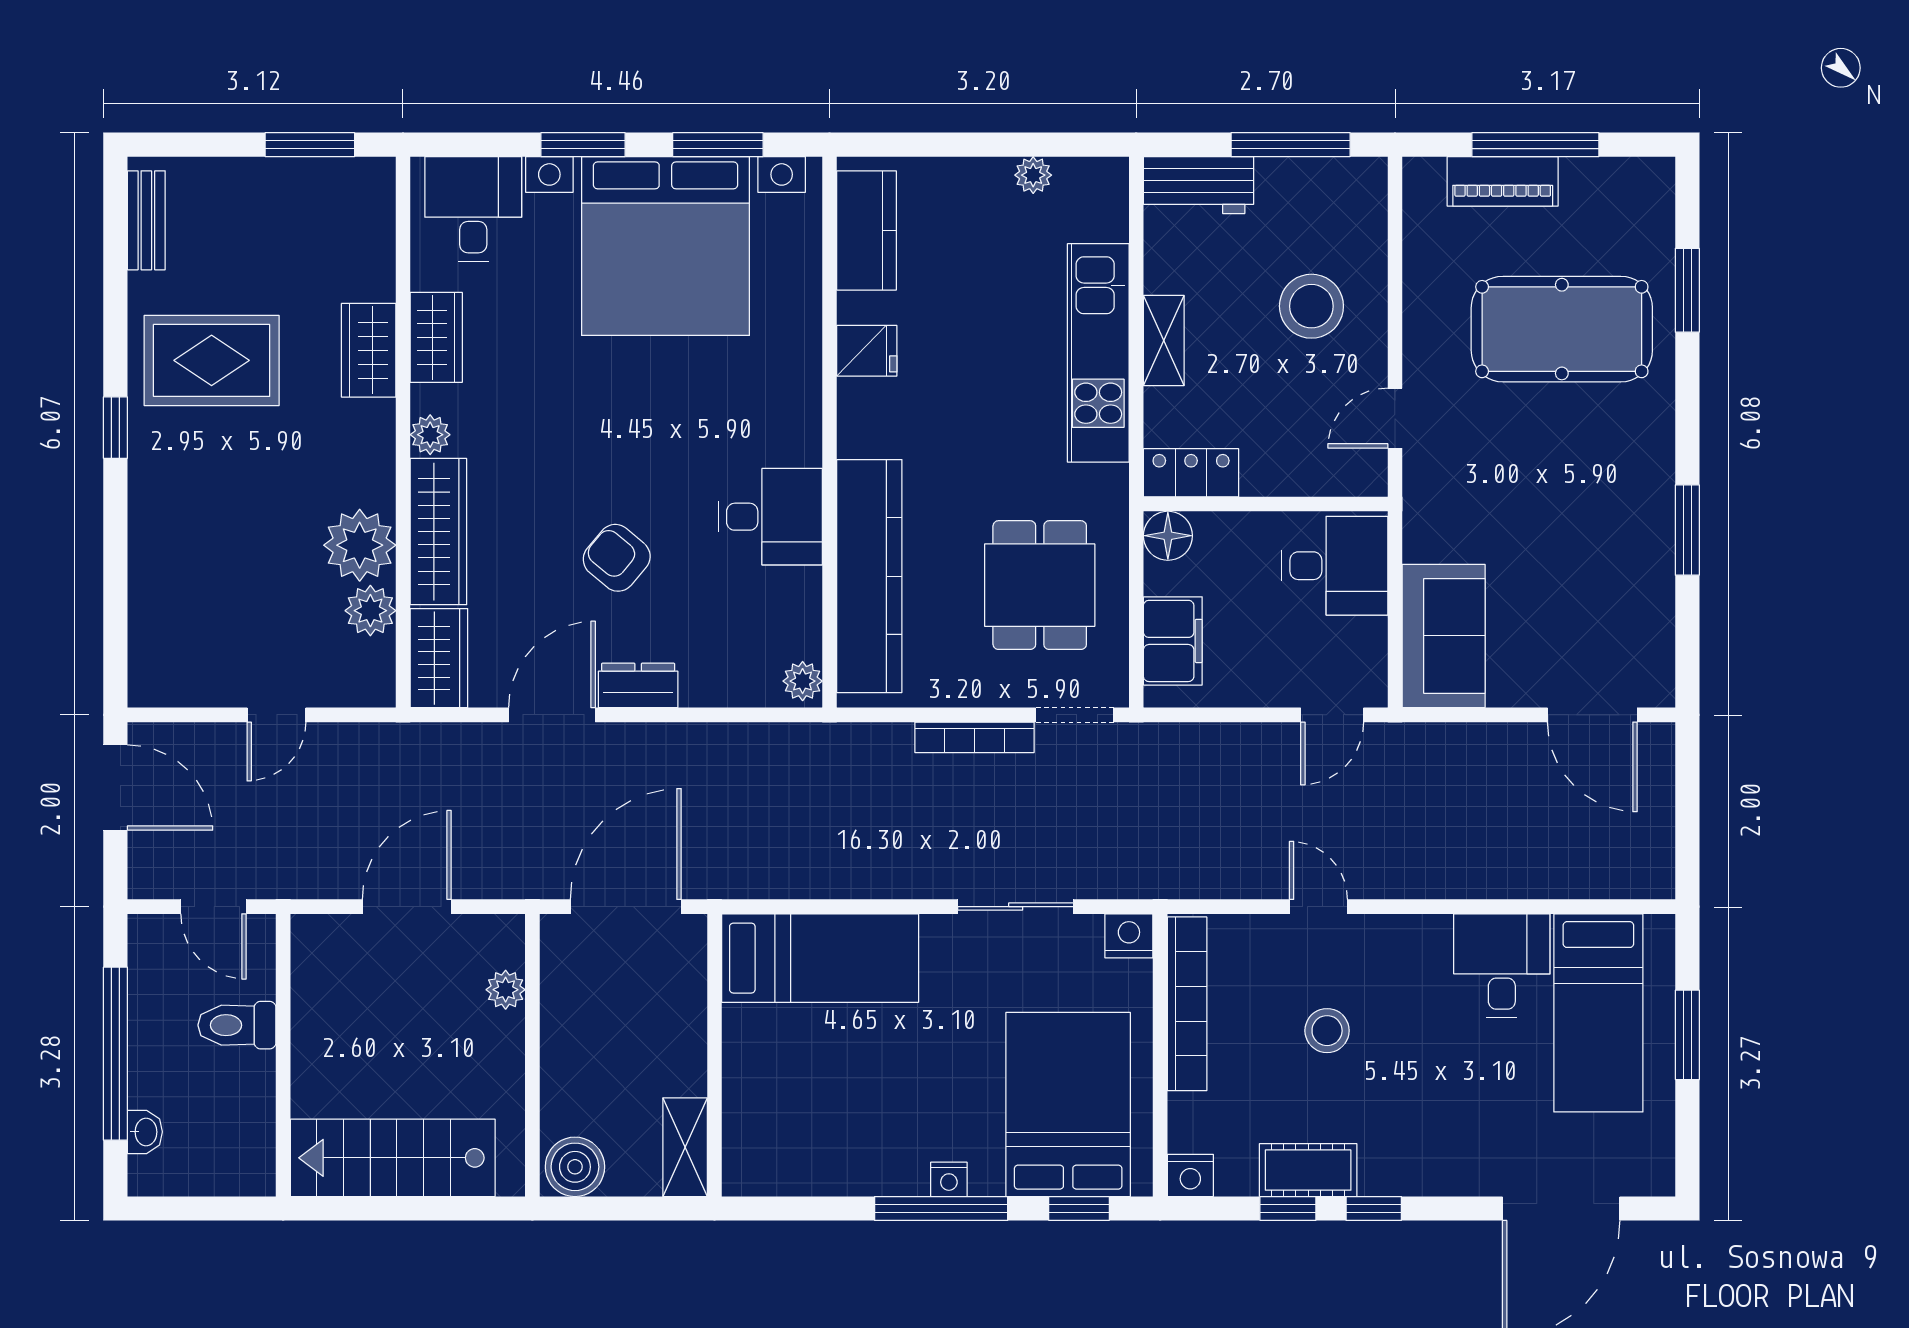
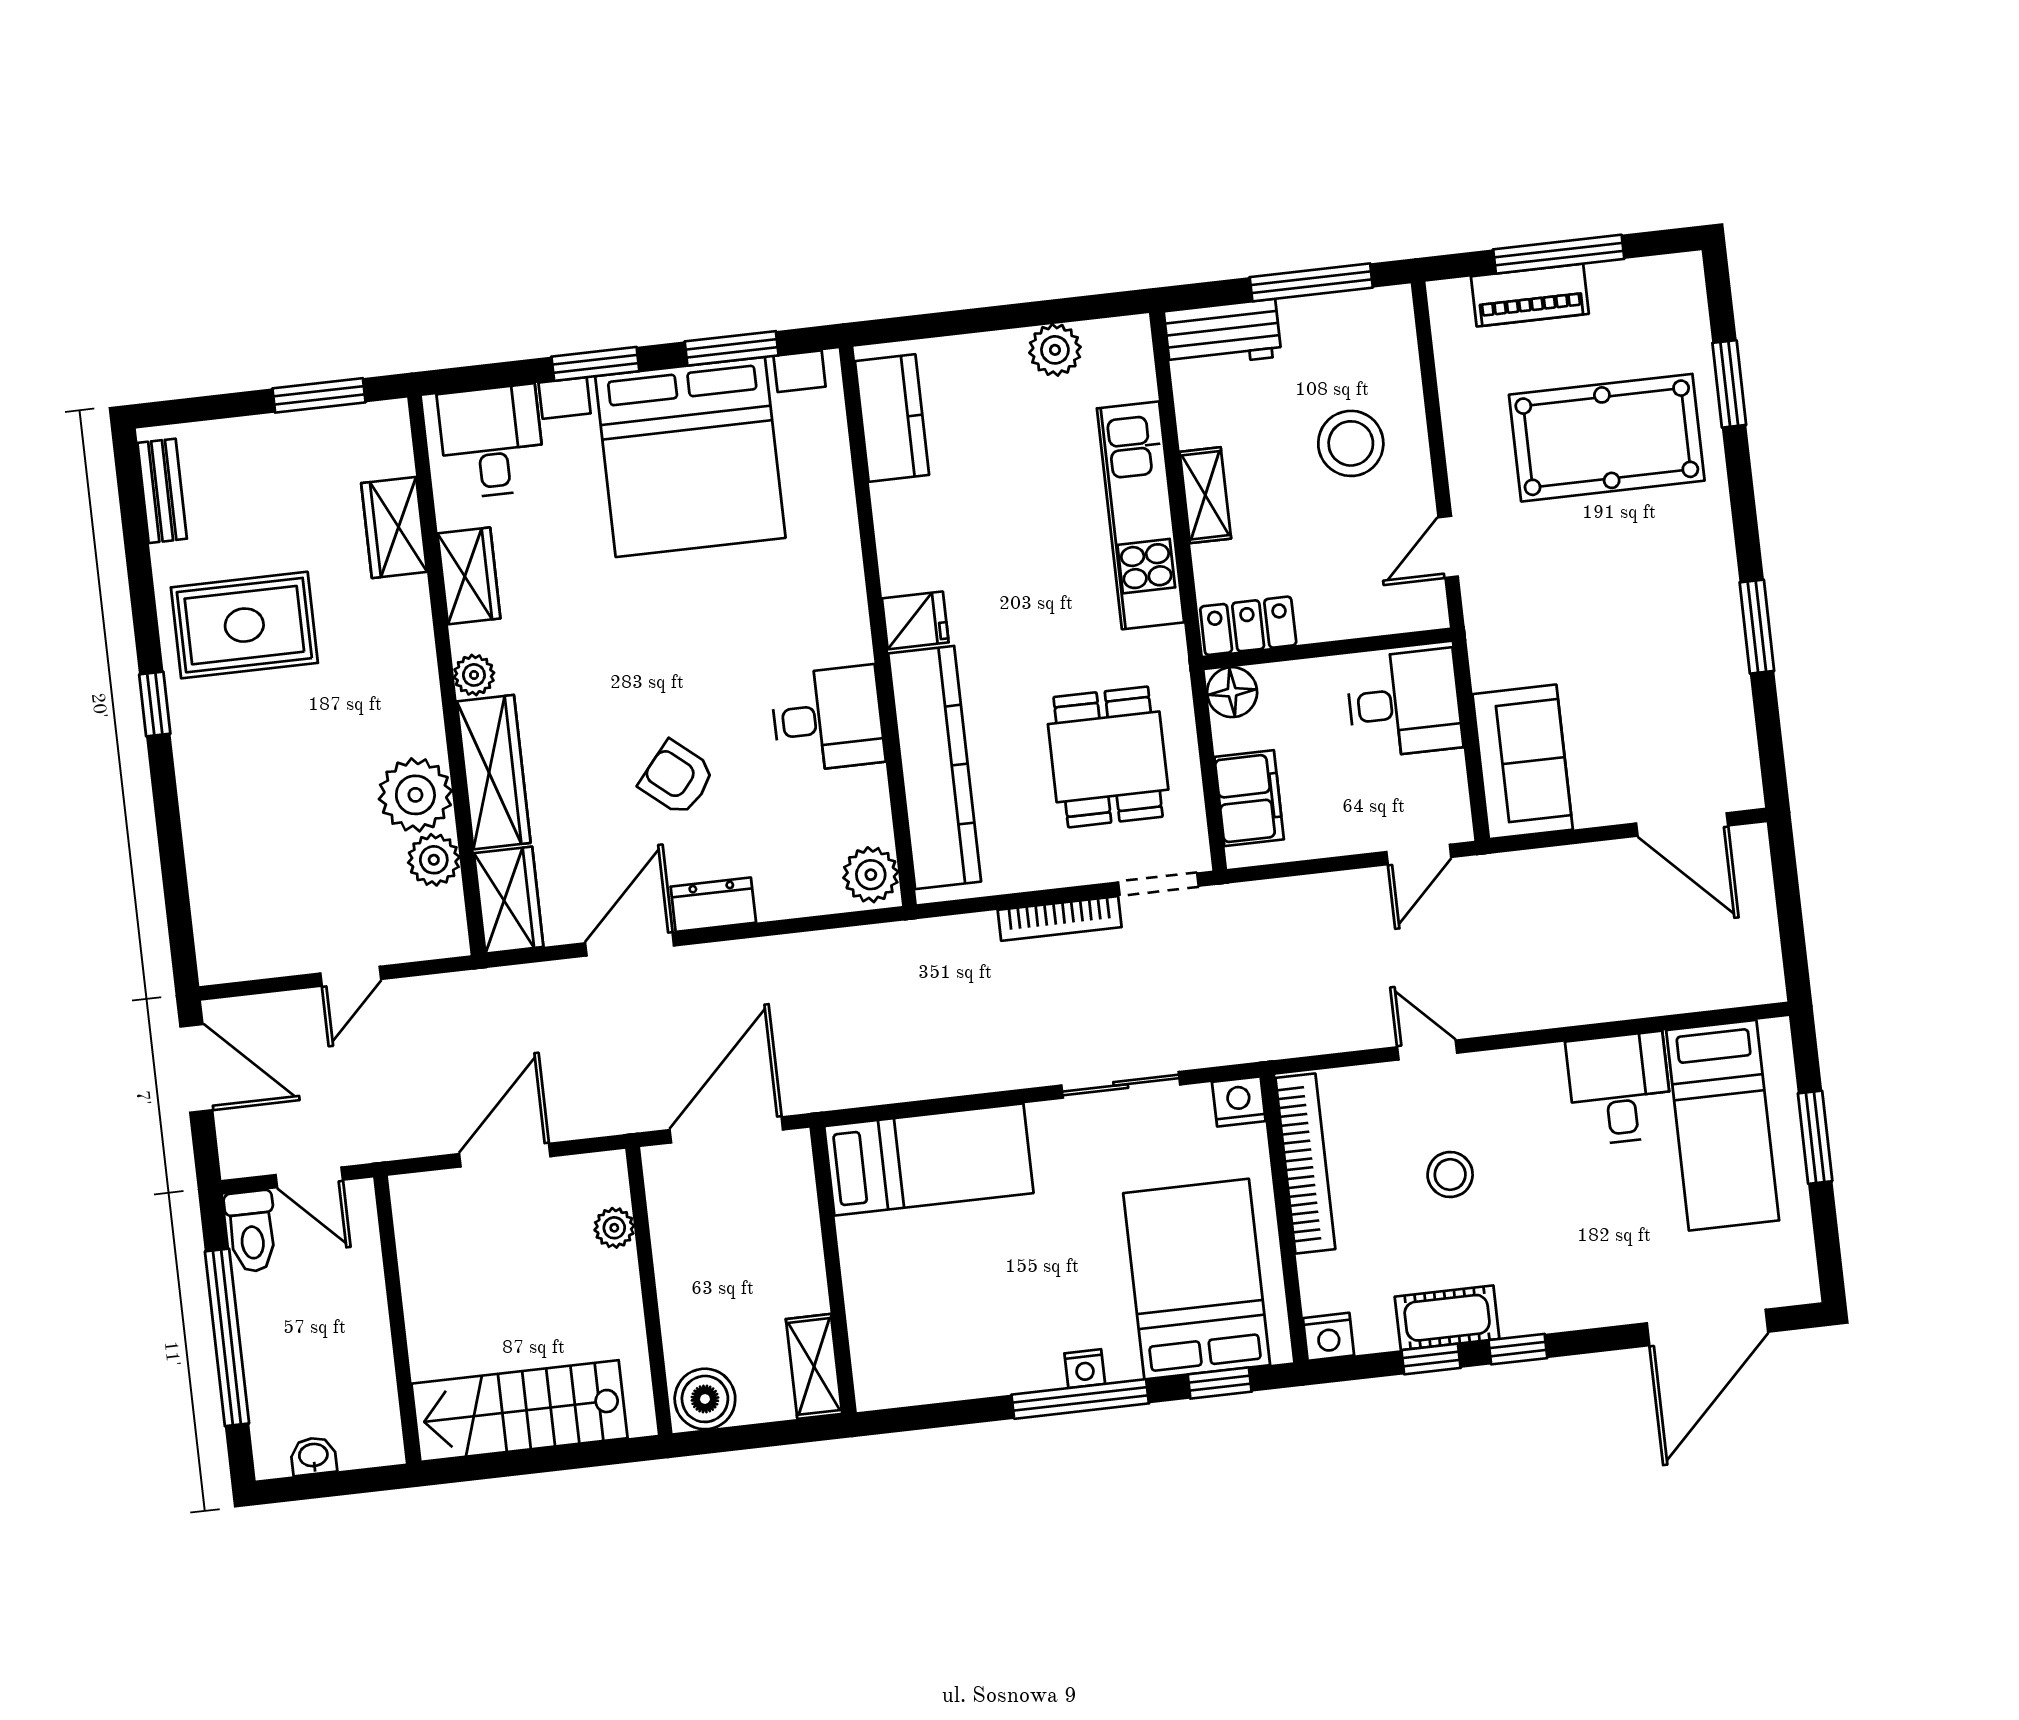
plant: (1033, 175) -> (1055, 350), width x1.38, depth x1.38
wardrobe: (369, 350) -> (394, 527), moved
fridge: (867, 351) -> (915, 620), moved
plant: (803, 681) -> (871, 875), width x1.38, depth x1.38
toilet: (237, 1025) -> (251, 1231), moved, turned -90
washbasin: (145, 1132) -> (313, 1456), moved, turned -90

